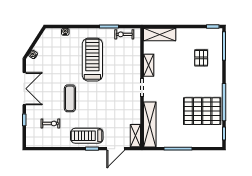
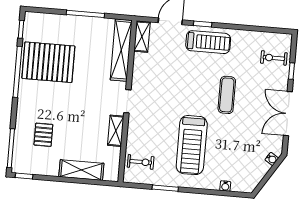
exercise bike: (124, 34) -> (141, 162), moved
shelving: (160, 35) -> (81, 170), moved
exercise bike: (50, 124) -> (274, 58), moved

